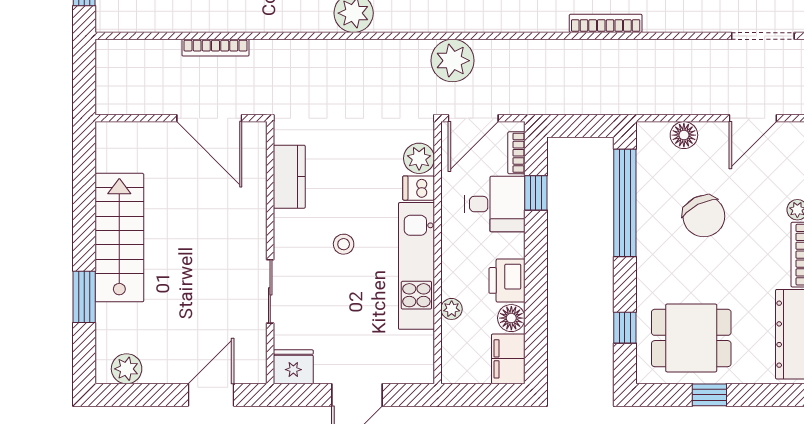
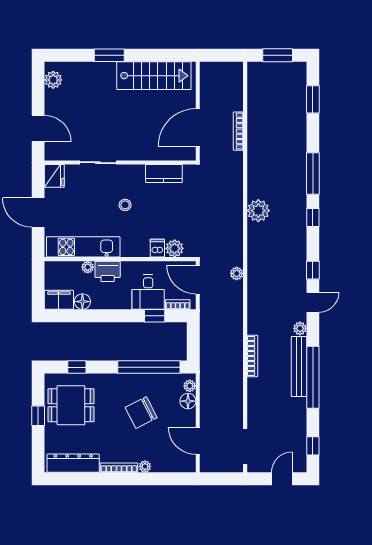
plant: (453, 61) -> (237, 273), width x0.53, depth x0.53
plant: (658, 132) -> (190, 386), added
stairs: (119, 238) -> (154, 76), moved
kitchen unit: (416, 266) -> (83, 247), moved
printer: (507, 280) -> (108, 271), moved, turned 180
window: (84, 297) -> (109, 55), moved
dining table: (691, 338) -> (71, 405), turned 90

